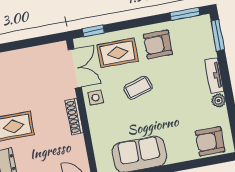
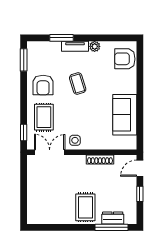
window: (218, 35) -> (61, 38), moved
coffee table: (138, 88) -> (78, 83), moved
shoe rack: (74, 117) -> (100, 159), moved
armchair: (210, 141) -> (125, 59), turned 90

